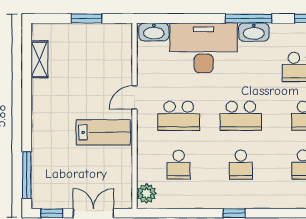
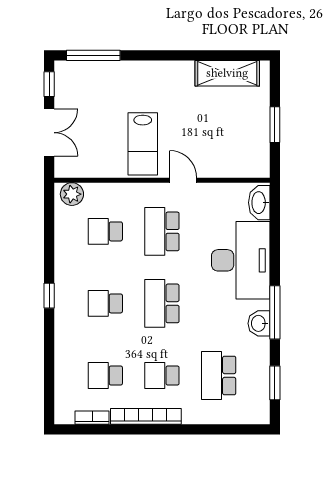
washbasin: (254, 32) -> (259, 323), width x0.72
shelving: (39, 59) -> (227, 73), width x1.50, depth x1.33

